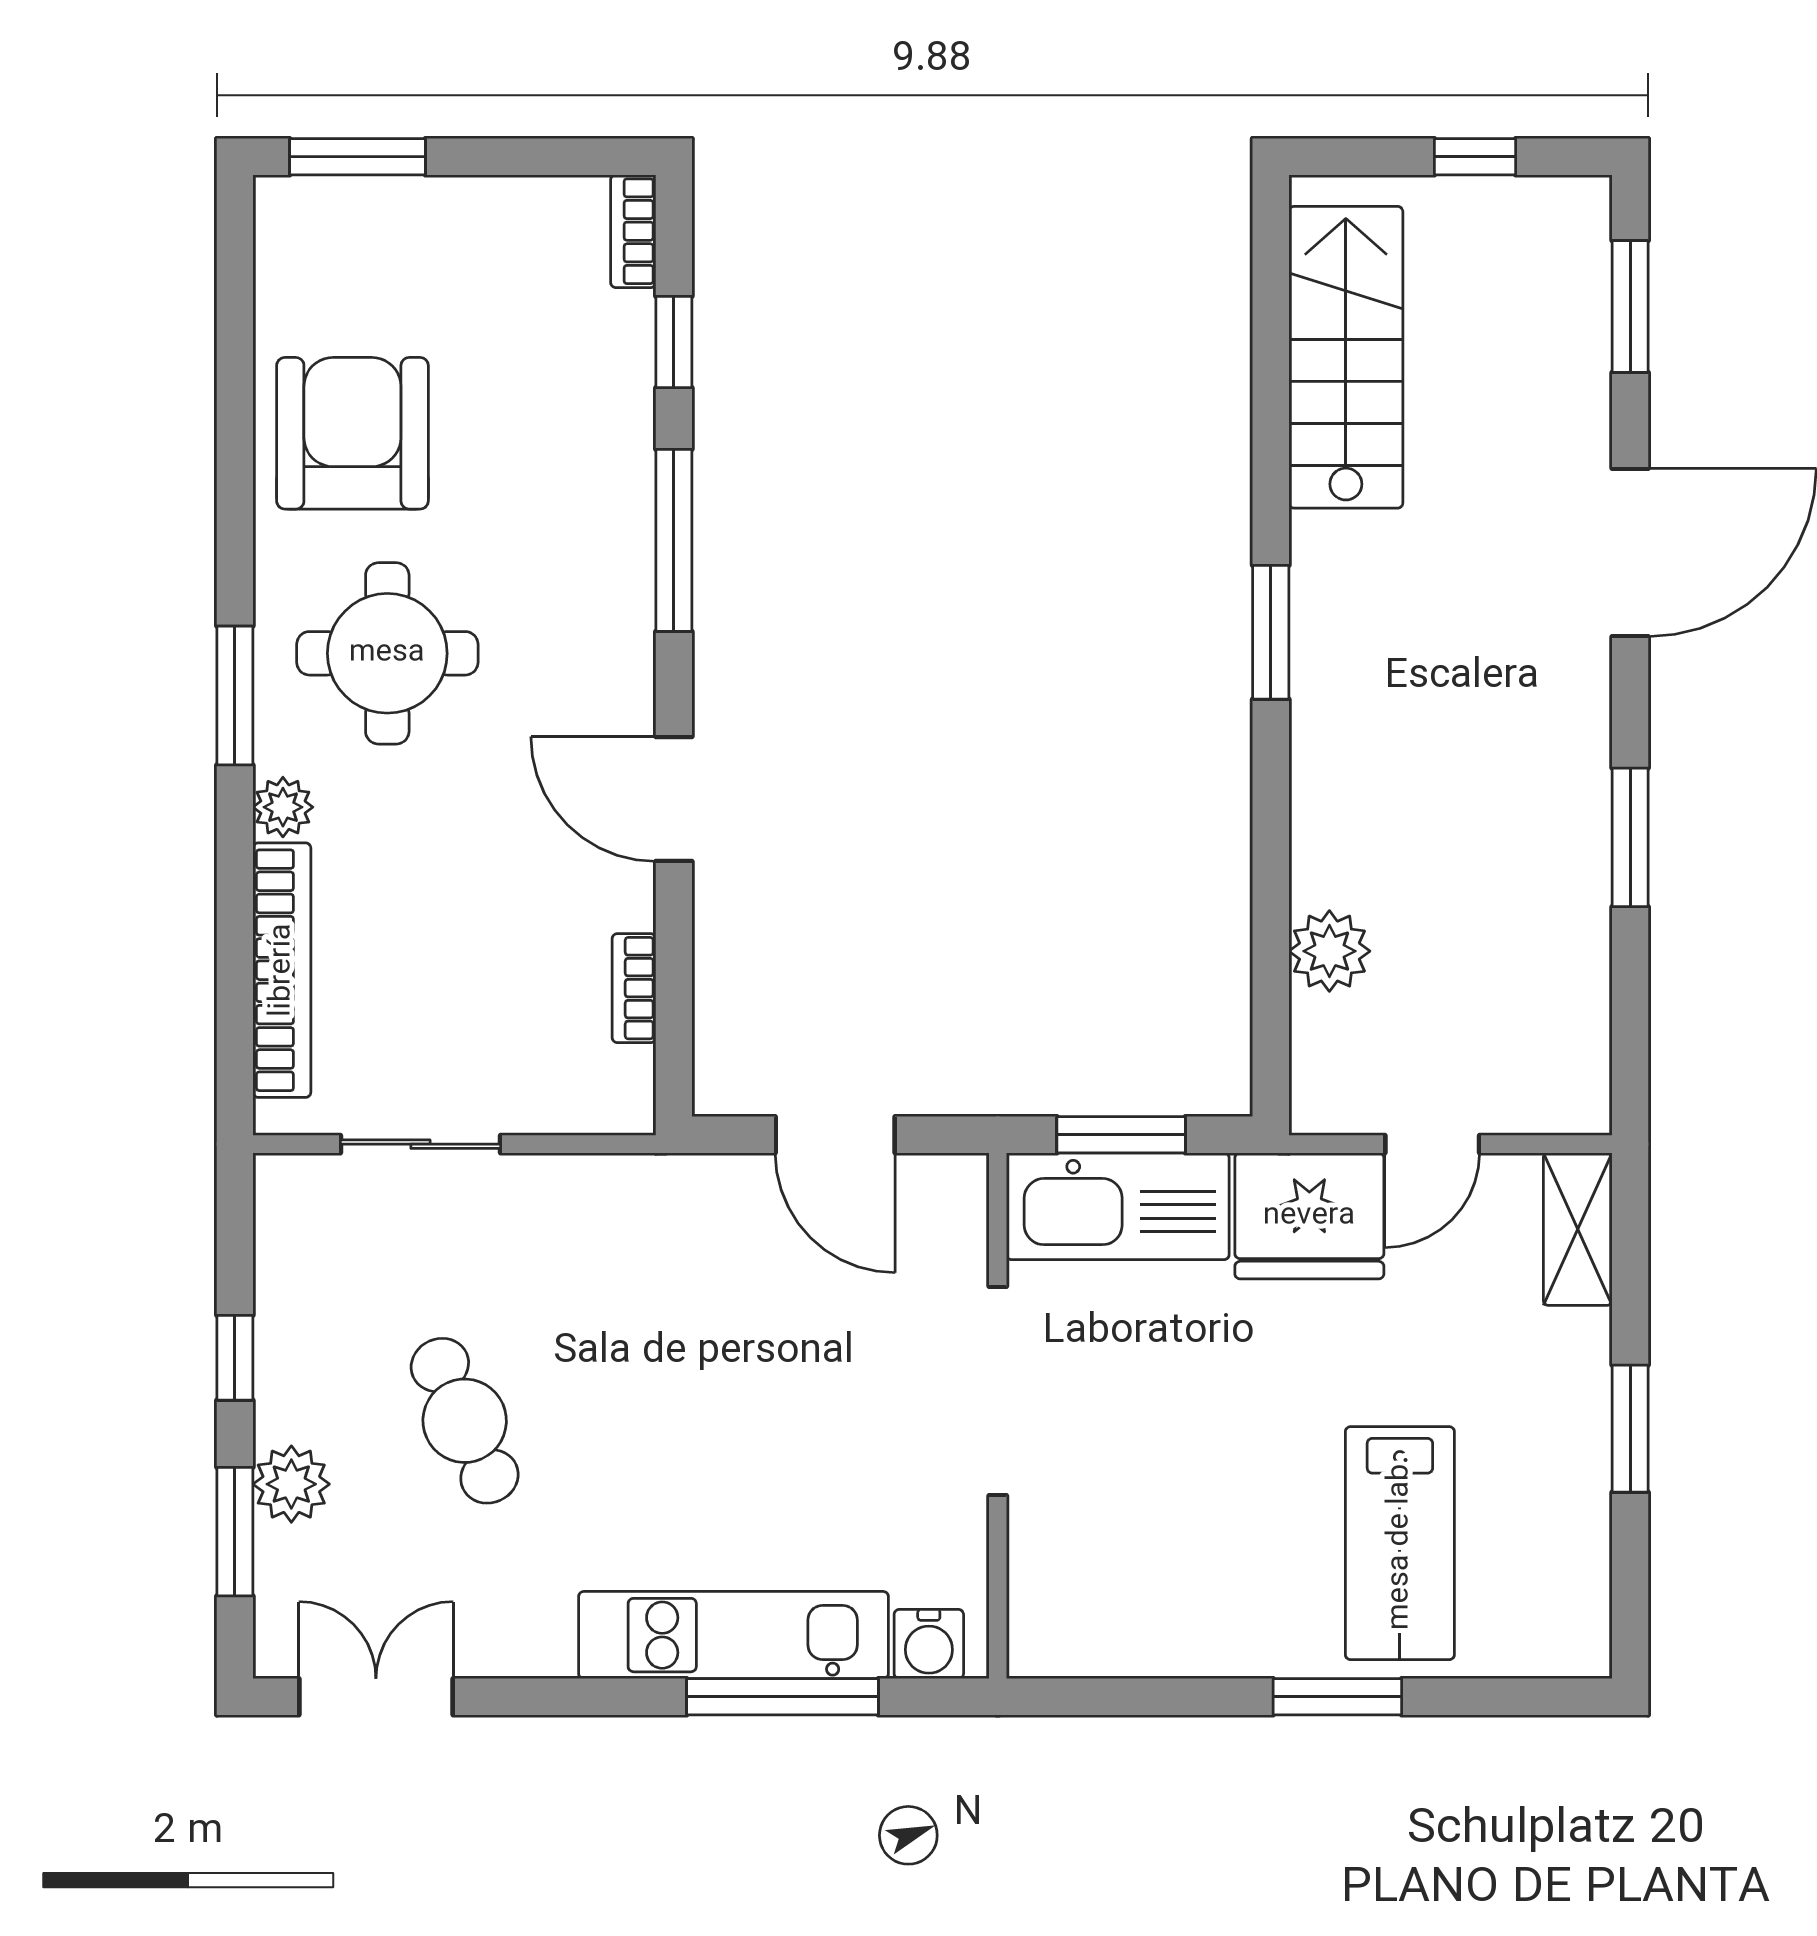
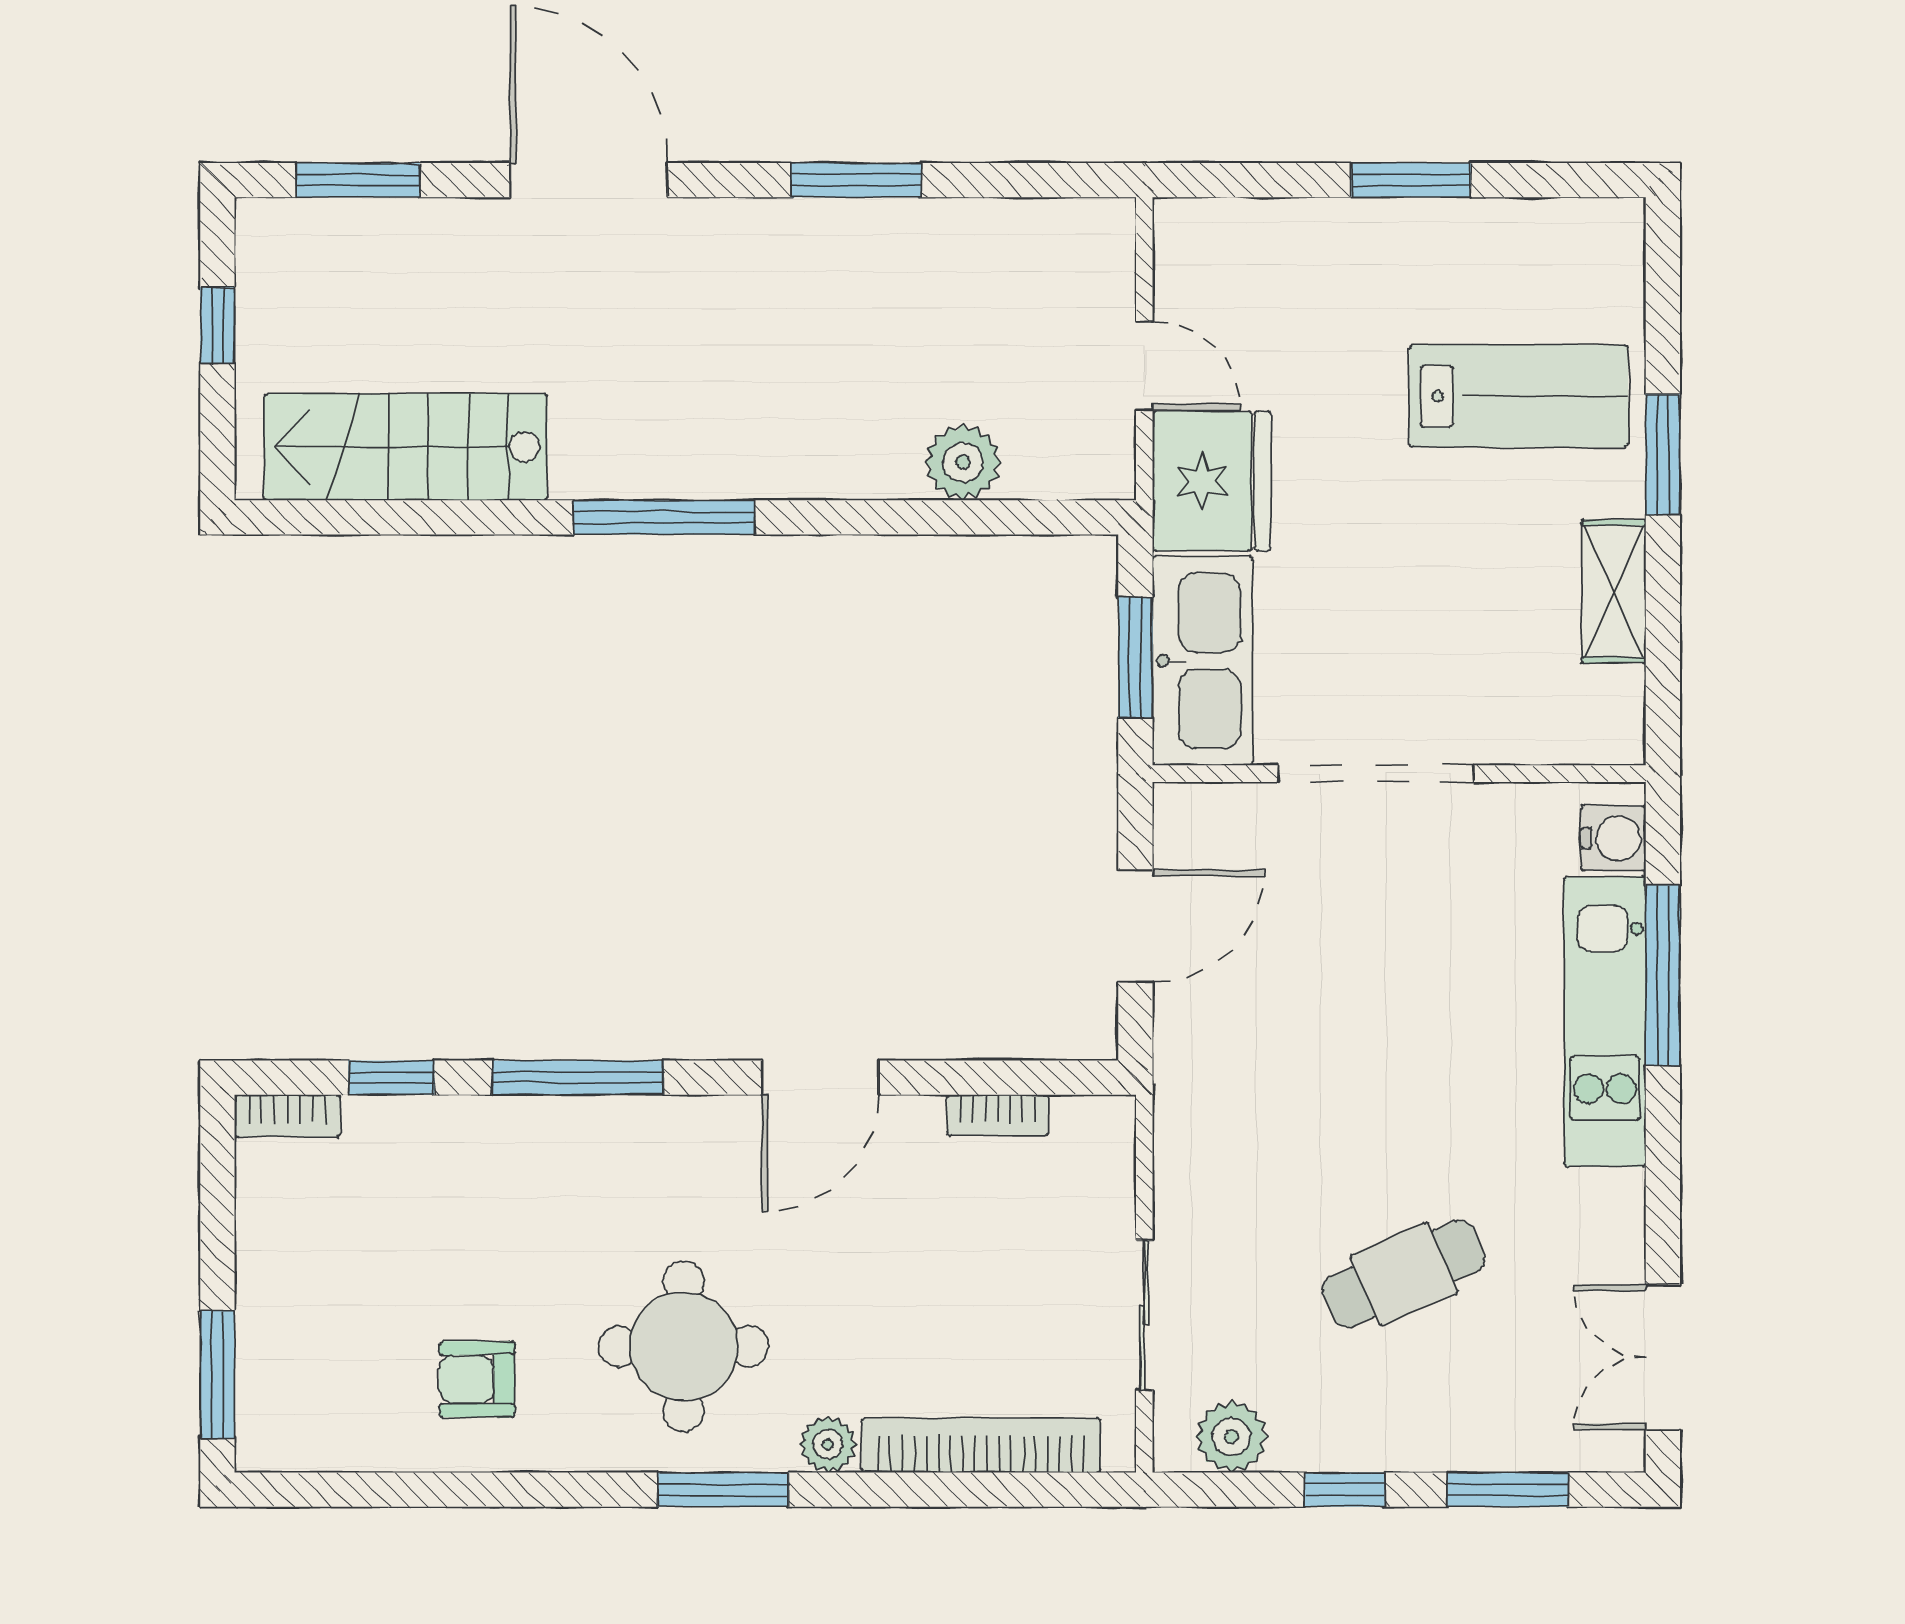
armchair: (352, 433) -> (477, 1379), width x0.53, depth x0.53
window: (1271, 632) -> (664, 517), width x1.44
shelving: (1578, 1229) -> (1614, 591), moved, turned 90
plant: (291, 1484) -> (1231, 1437), moved

